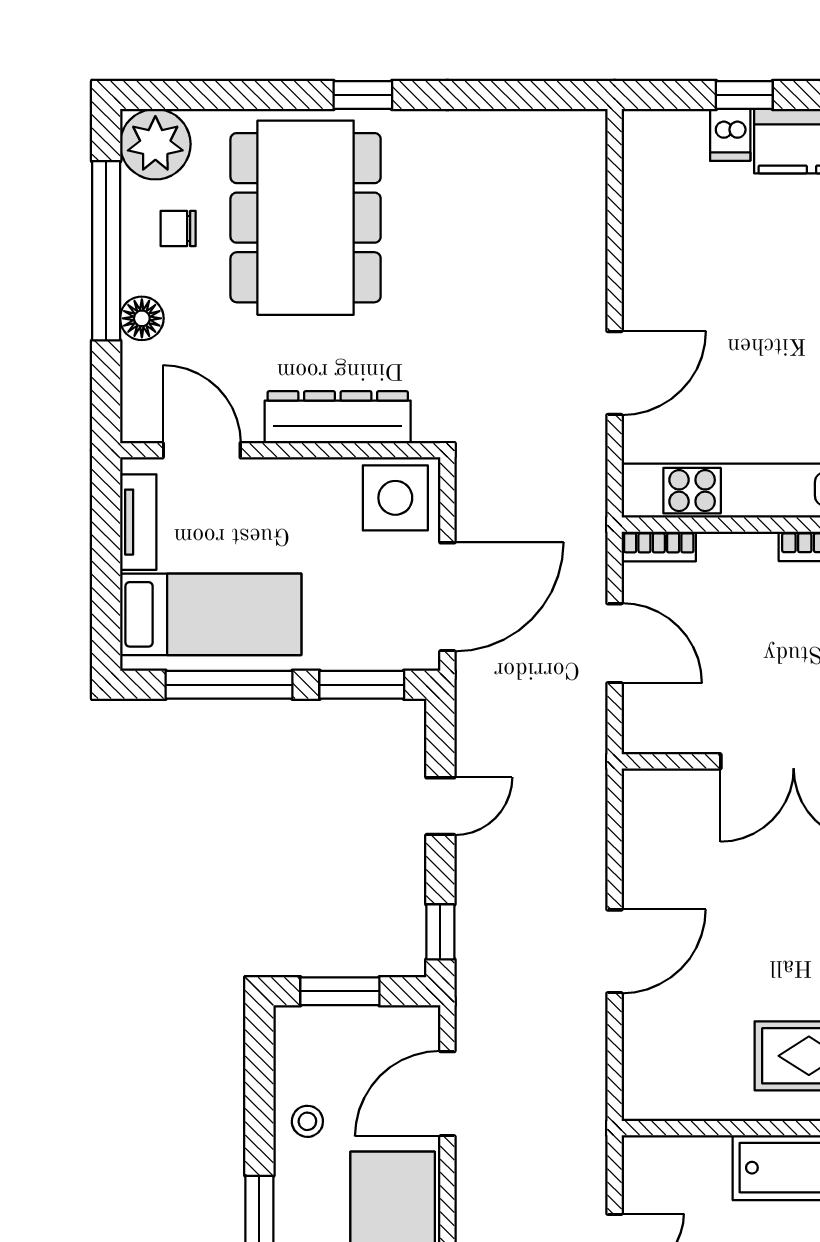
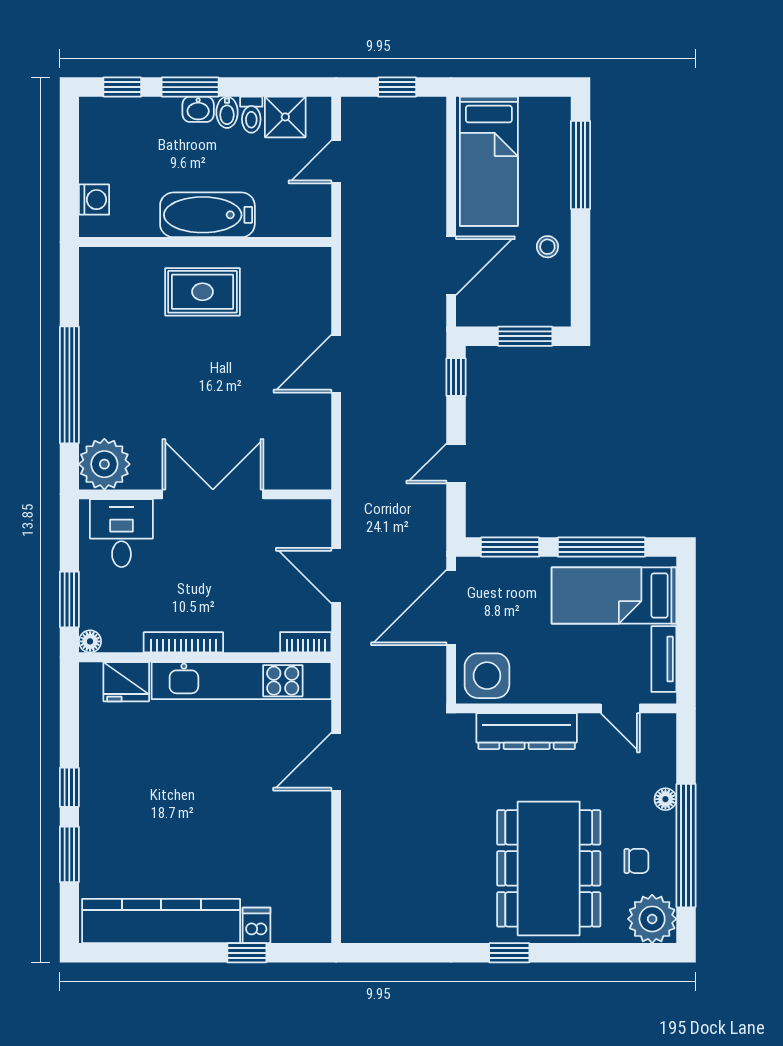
floor lamp: (142, 318) -> (665, 799), width x0.73, depth x0.73
door: (202, 450) -> (620, 708), width x0.73

